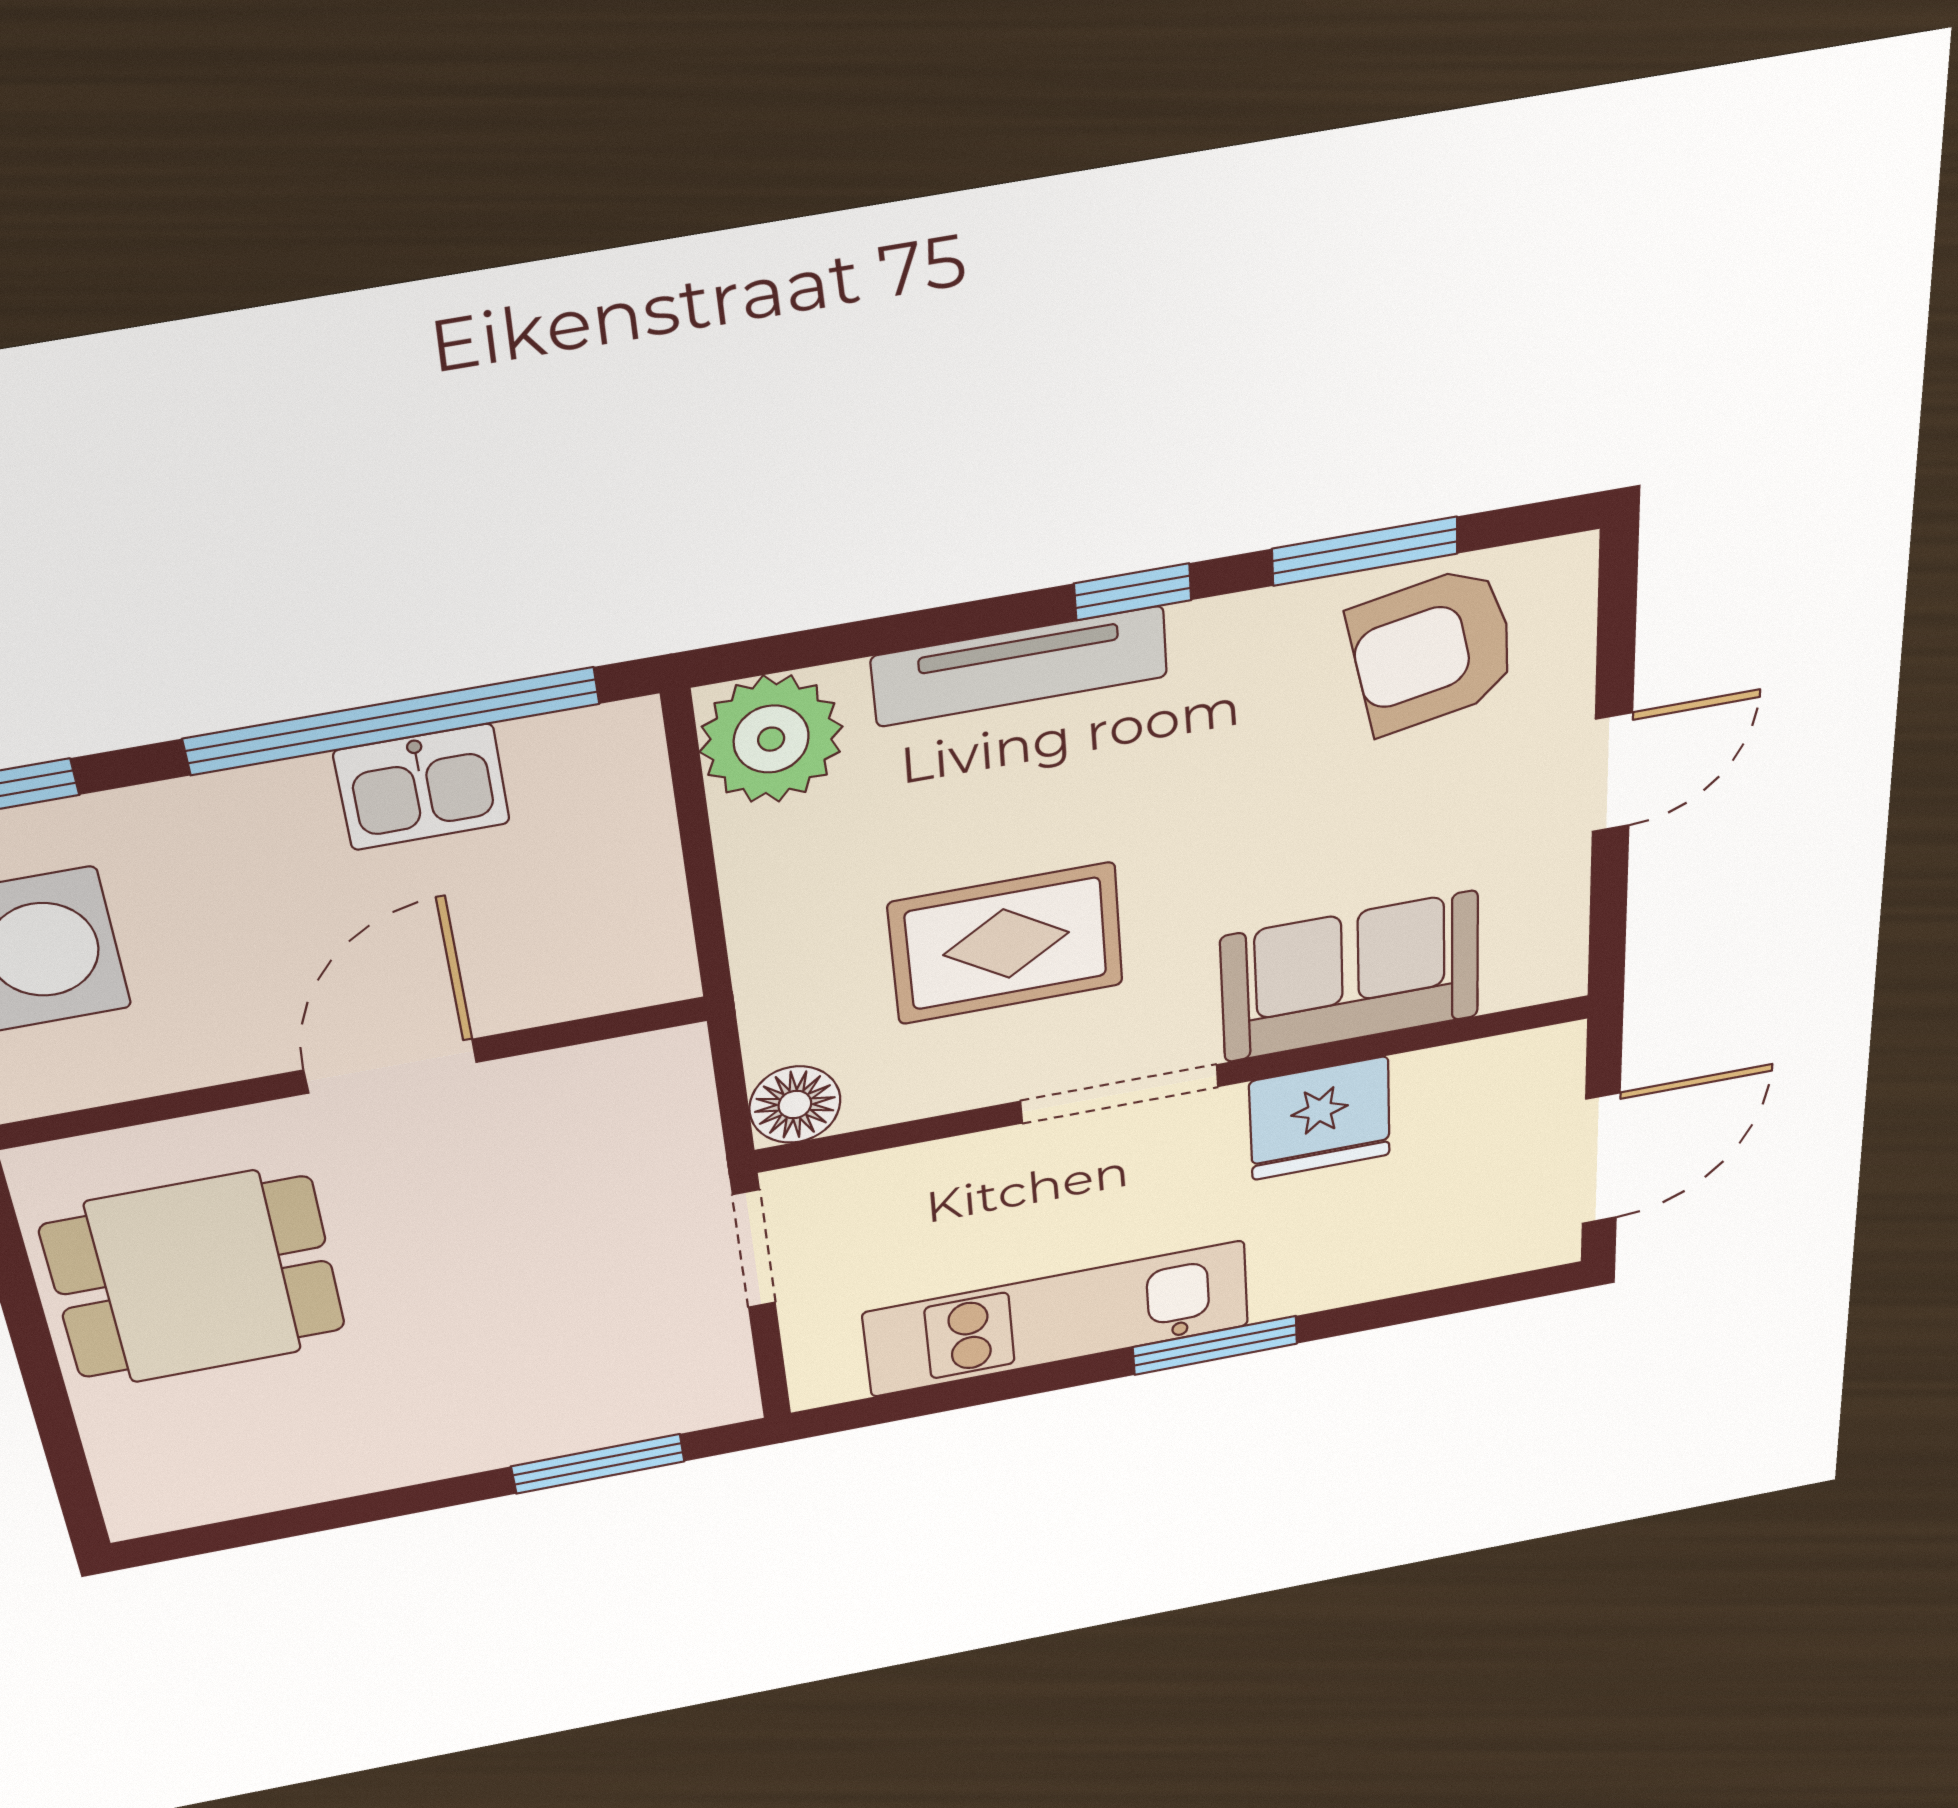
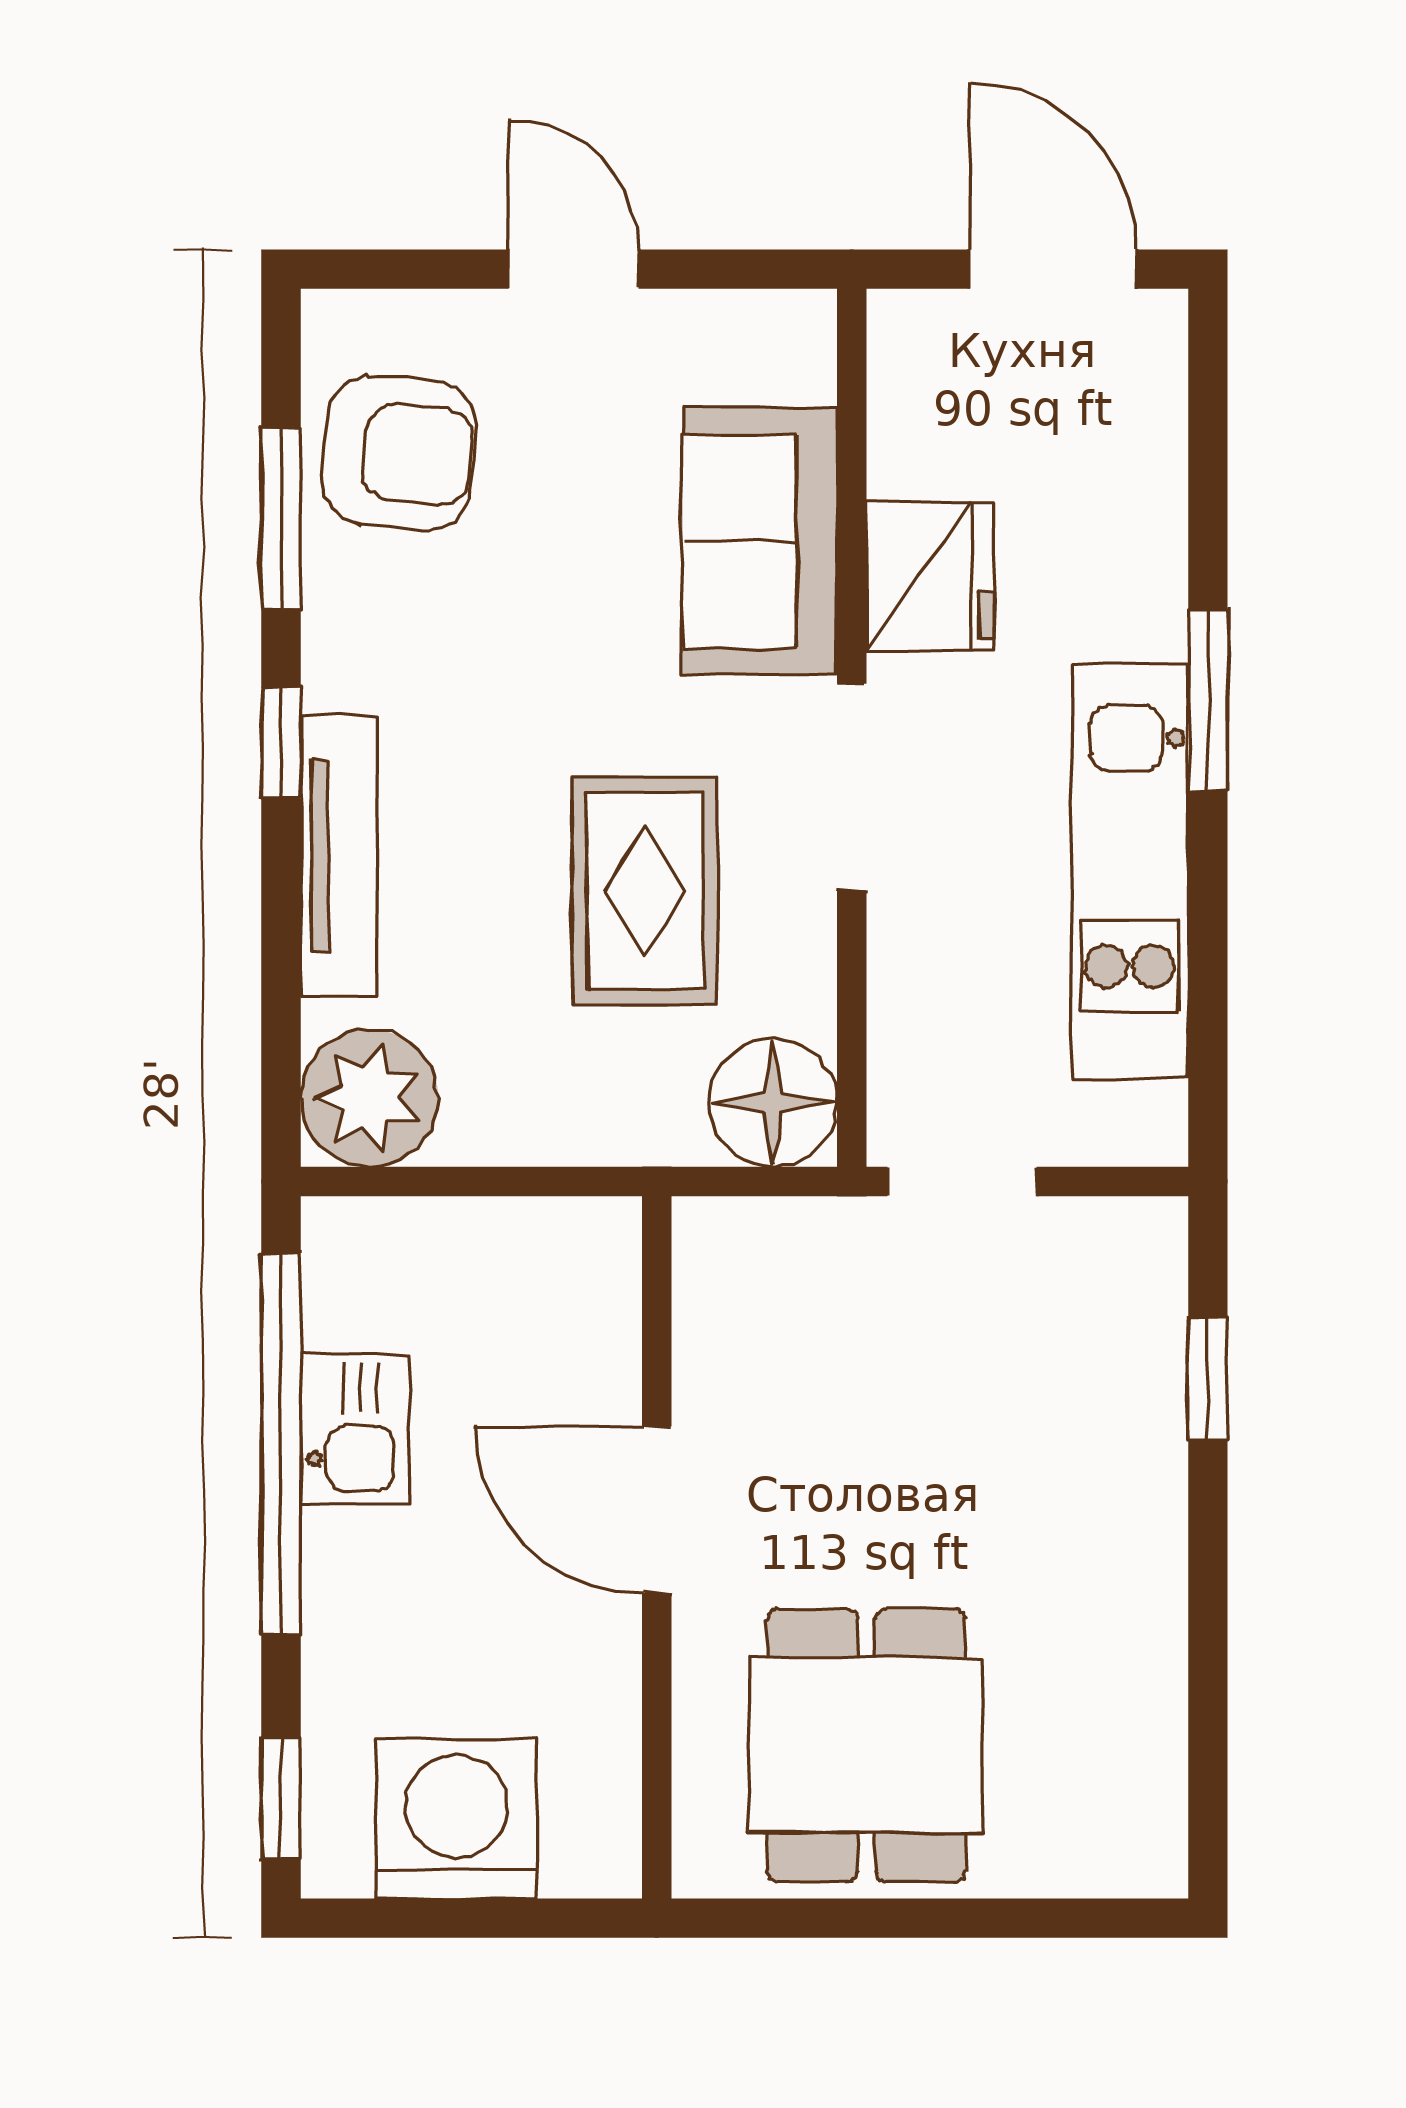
armchair: (1433, 650) -> (399, 453), turned -73
floor lamp: (795, 1105) -> (773, 1103), width x1.38, depth x1.38
window: (598, 1464) -> (1208, 1379), width x0.67

